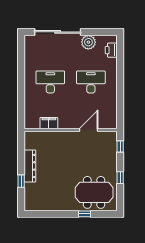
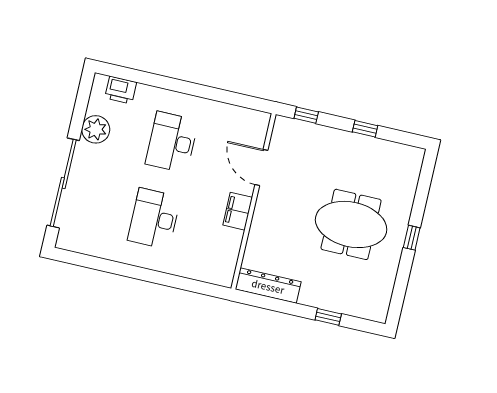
filing cabinet: (49, 123) -> (238, 211), moved
dresser: (30, 166) -> (268, 286), moved
meeting table: (94, 192) -> (351, 224), moved, turned 90
window: (84, 214) -> (412, 238), moved

